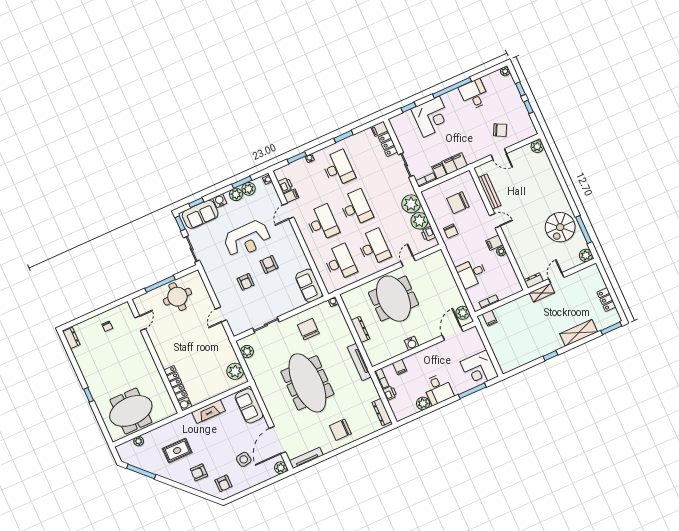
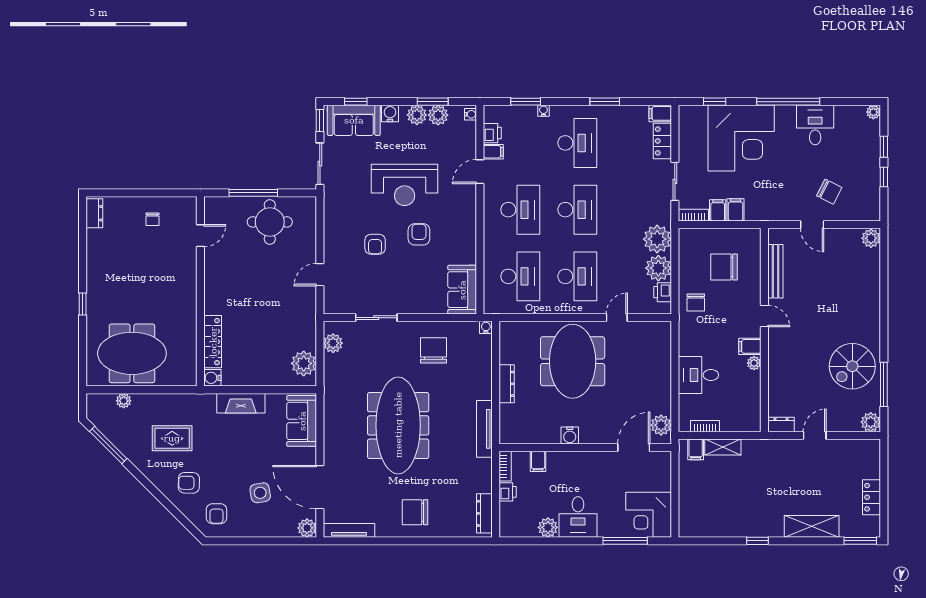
corner desk: (432, 117) -> (741, 138), width x1.36, depth x1.36
filing cabinet: (455, 164) -> (736, 210), width x0.50
shelving: (542, 293) -> (723, 447), moved
door: (278, 440) -> (320, 487), hinge flipped

